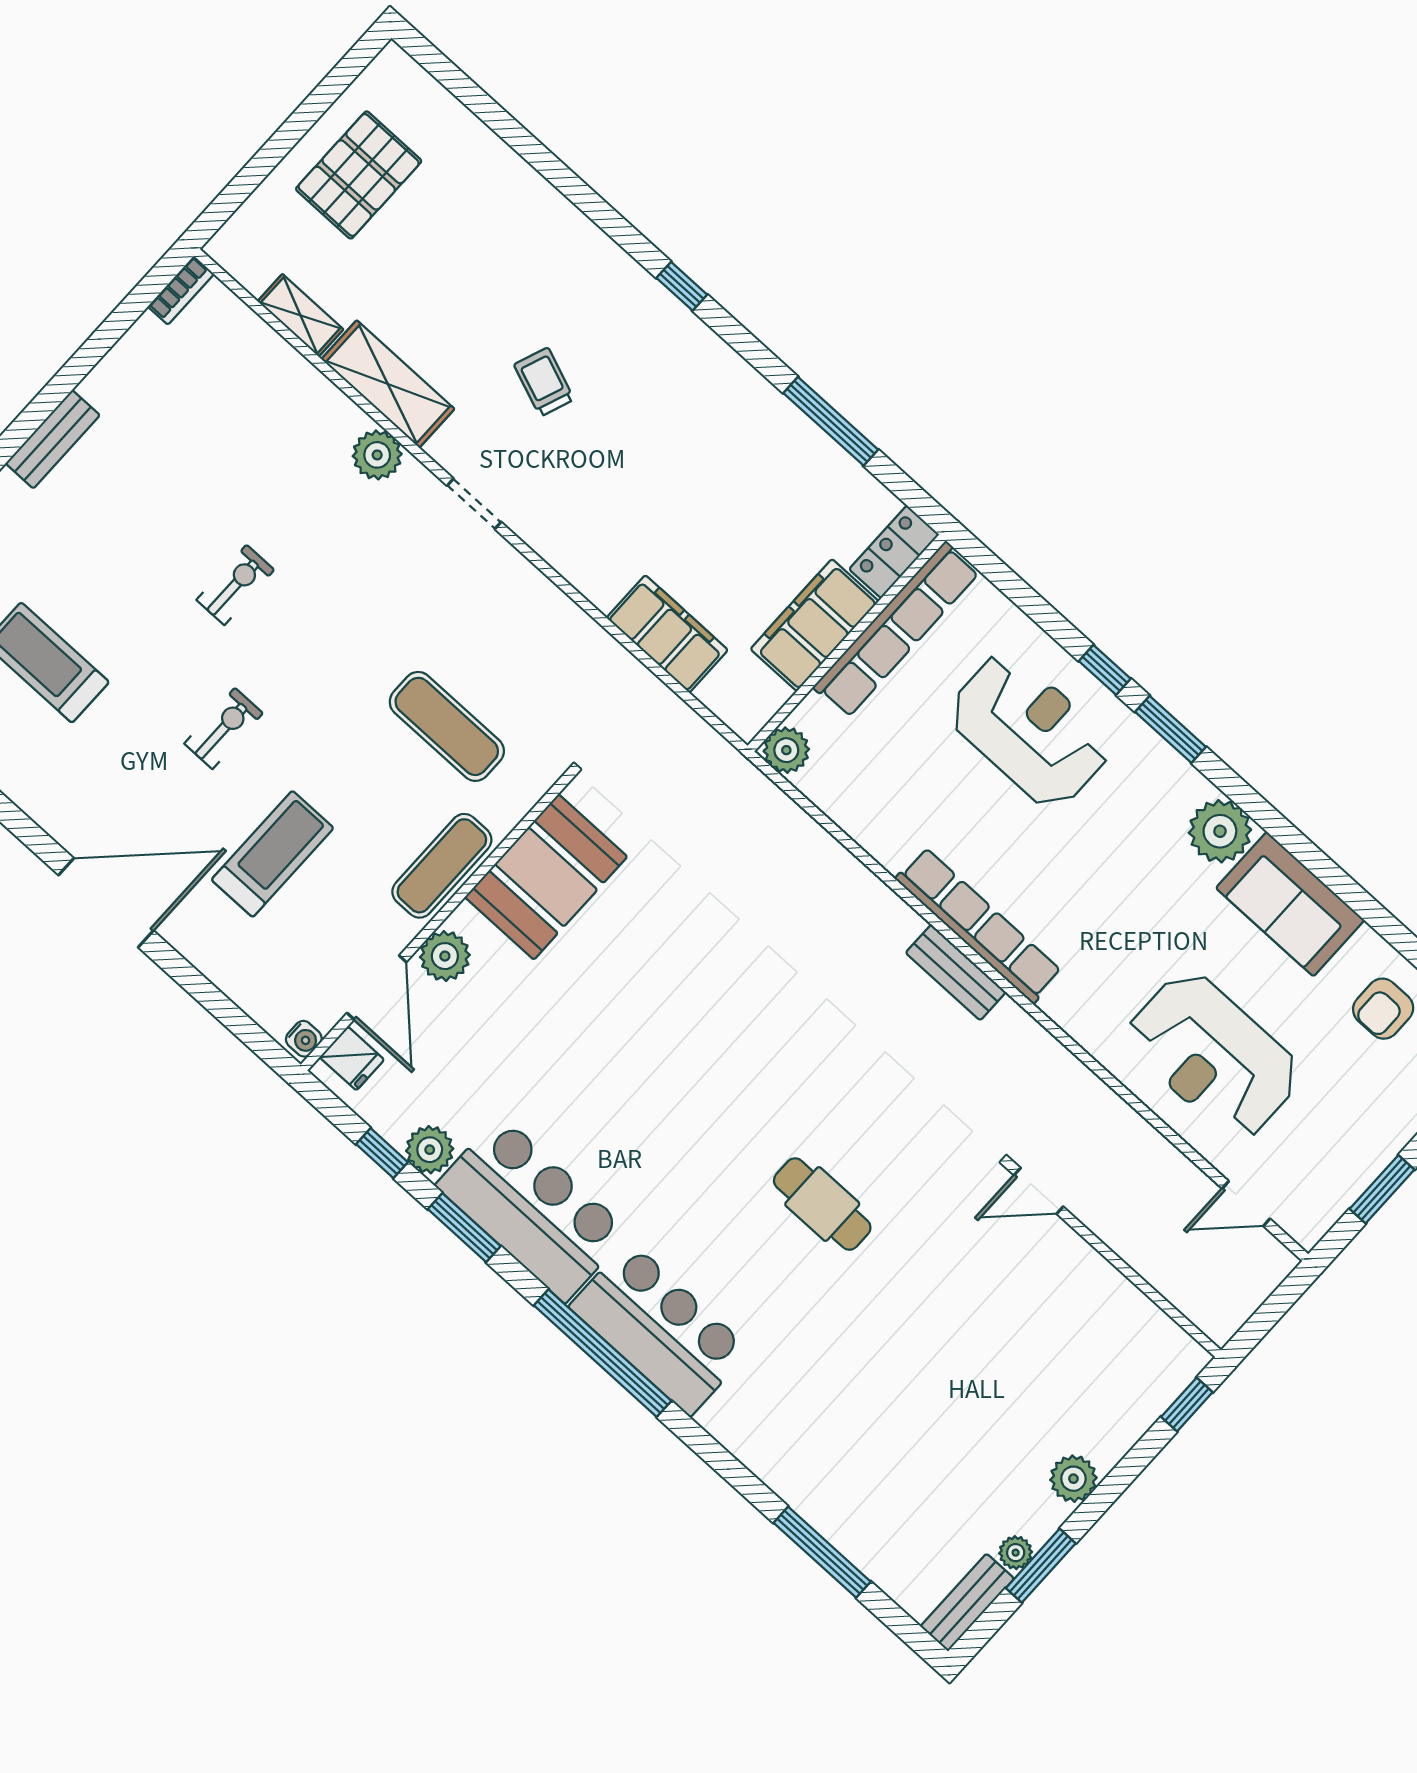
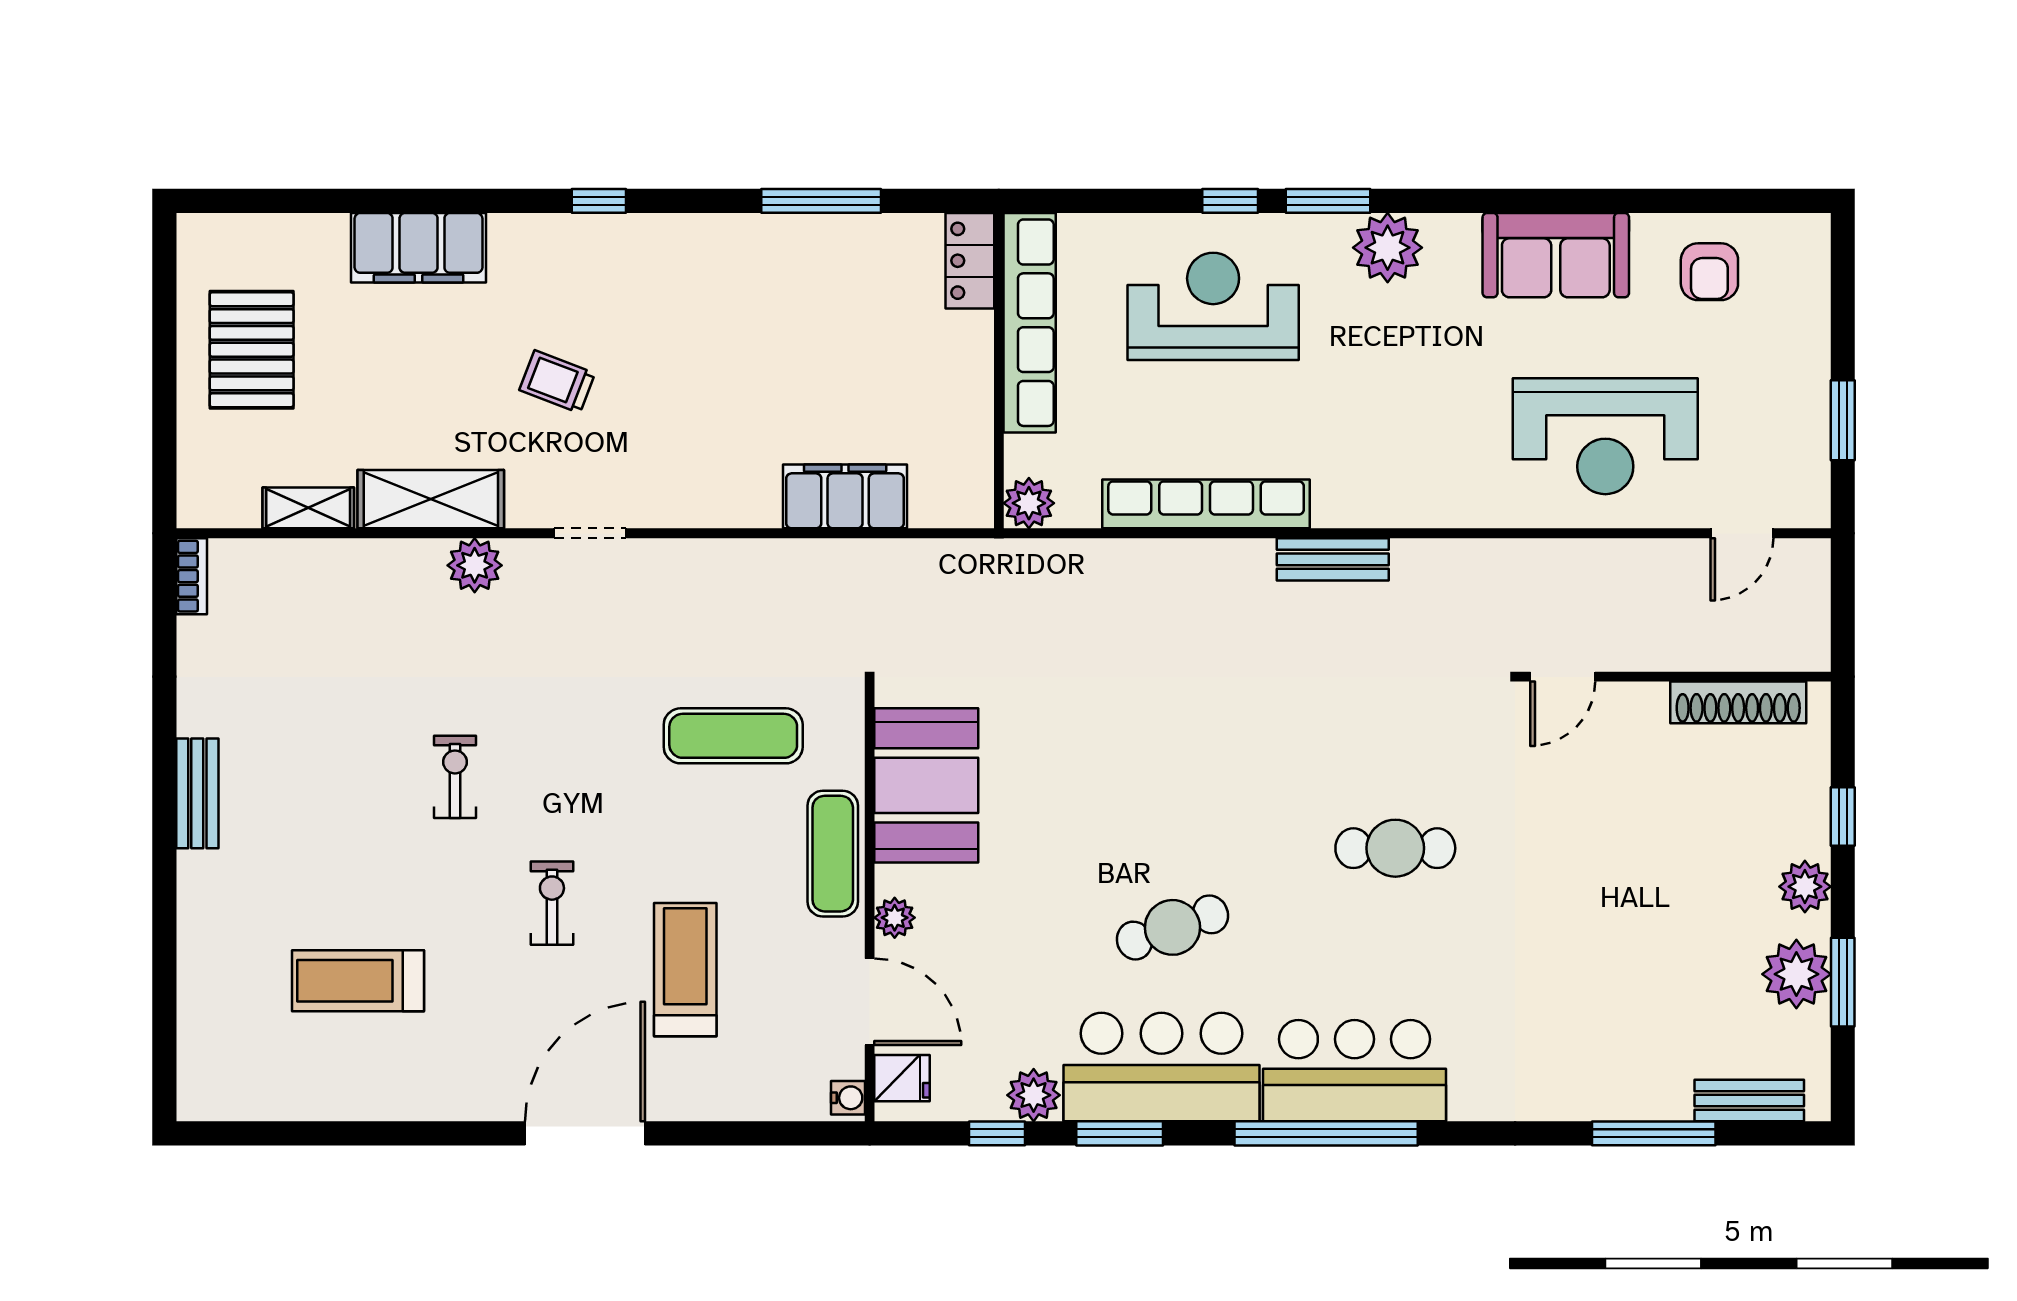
filing cabinet: (815, 625) -> (419, 248), moved, turned -90
plant: (1220, 831) -> (1388, 248), moved
row of seats: (979, 925) -> (1206, 504), moved
plant: (445, 956) -> (895, 918), width x0.73, depth x0.73
cafe table: (625, 1122) -> (1172, 927), added
shoe rack: (1141, 1315) -> (1738, 702), added
window: (1187, 1405) -> (1843, 816), moved
plant: (1016, 1553) -> (1796, 974), width x1.87, depth x1.87
bench: (967, 1602) -> (1749, 1101), moved, turned 90

